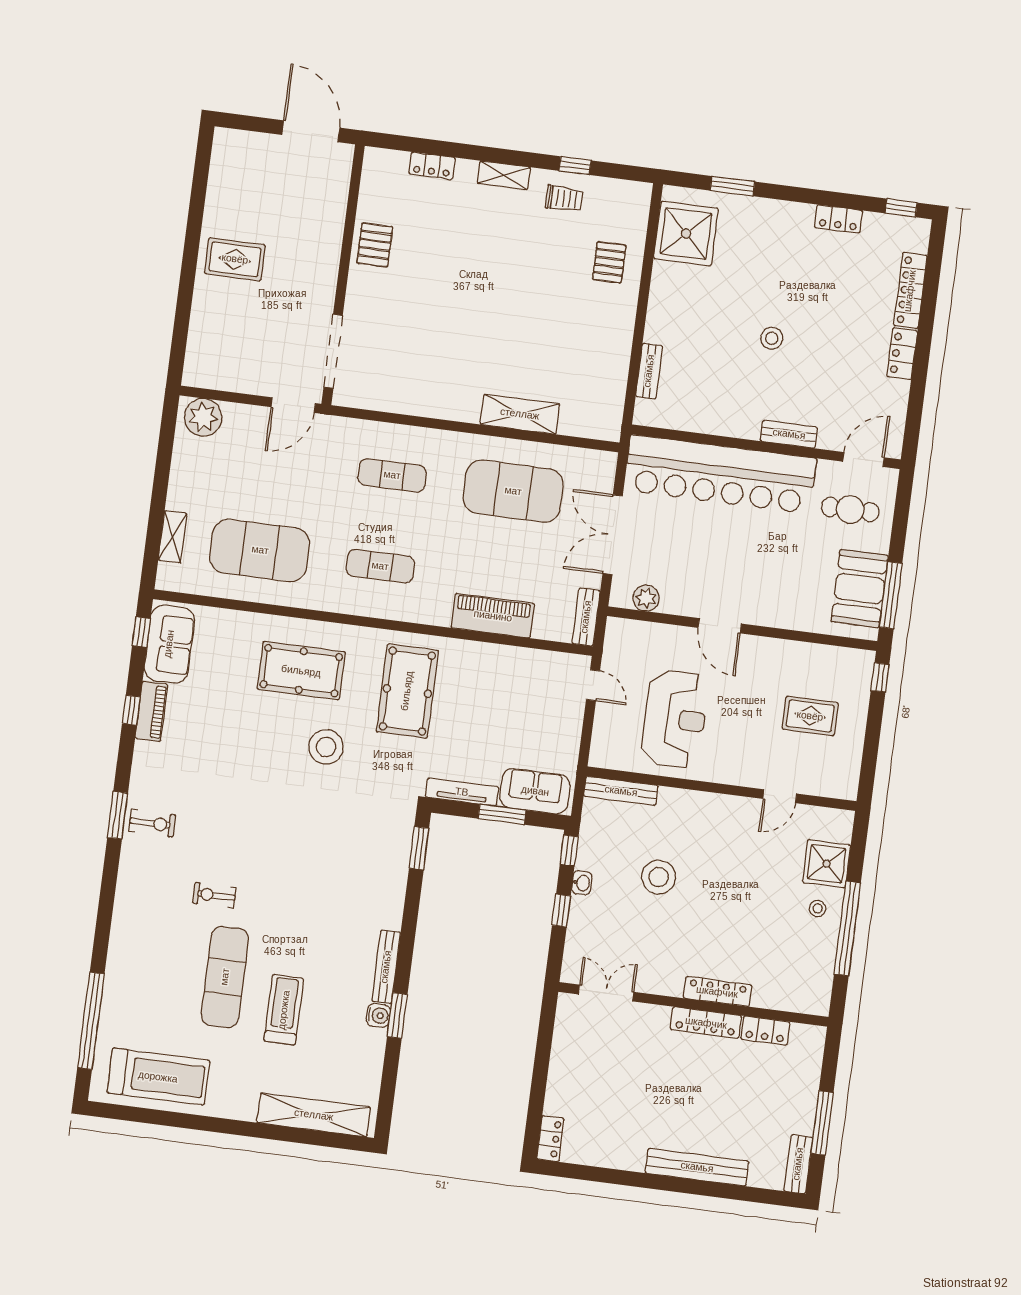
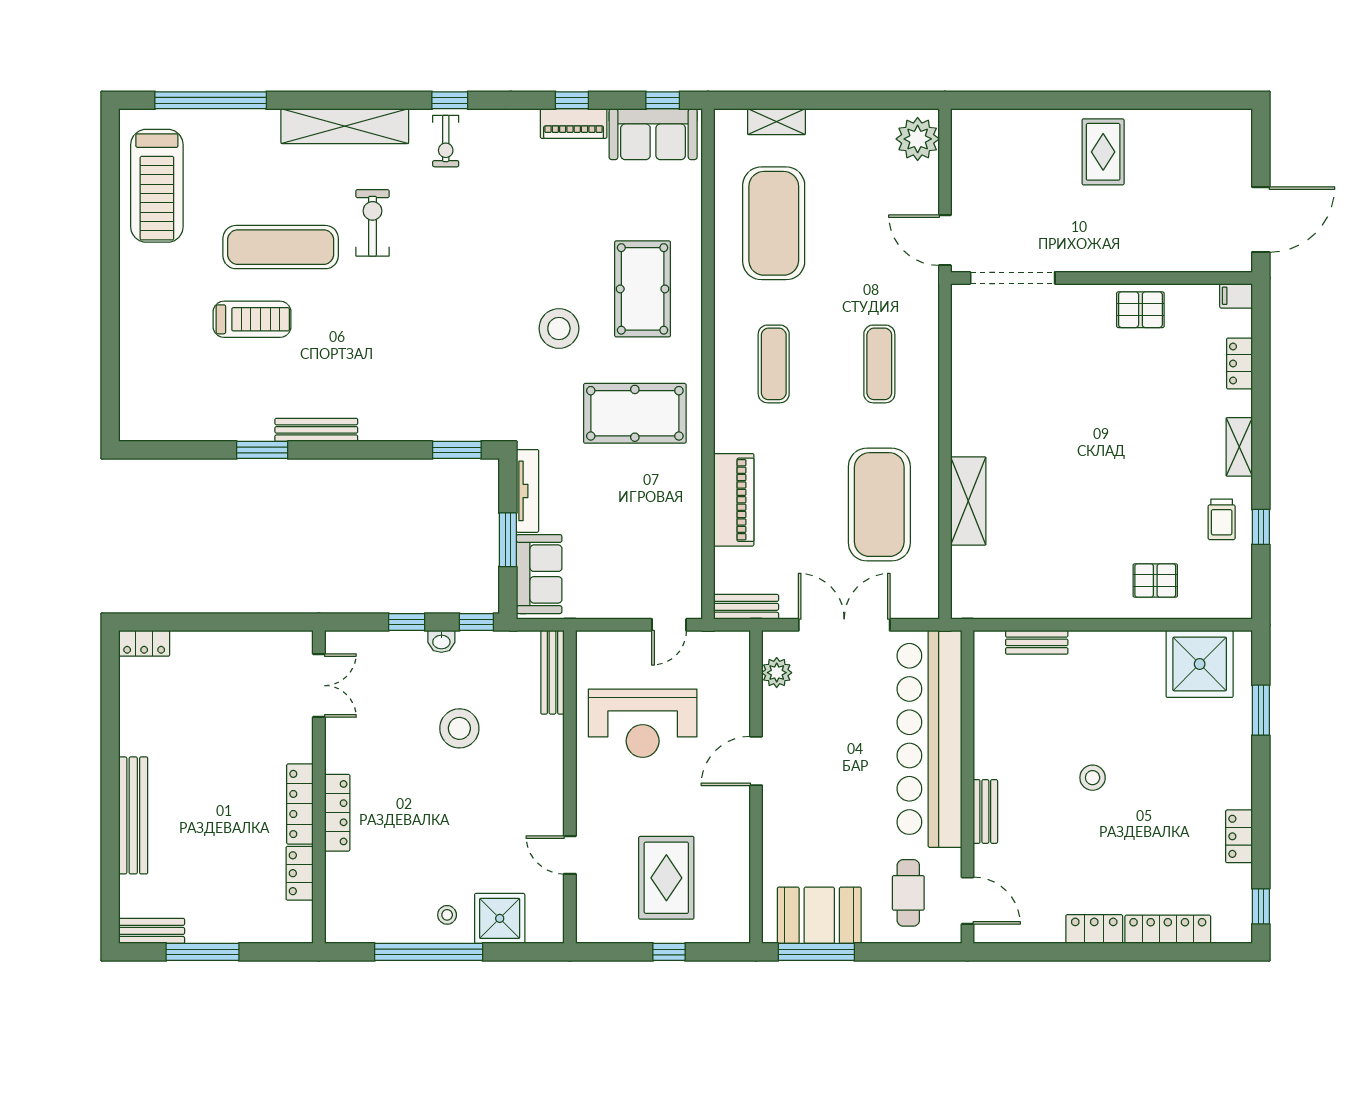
filing cabinet: (373, 161) -> (1236, 296), added
window: (880, 677) -> (669, 952), moved
rug: (810, 716) -> (666, 878), width x1.36, depth x1.43
window: (118, 815) -> (450, 100), width x0.67
exercise bike: (214, 895) -> (373, 223), width x1.38, depth x1.39
water cooler: (378, 1015) -> (259, 428), removed
shelving: (314, 1115) -> (345, 126), moved, turned 90

